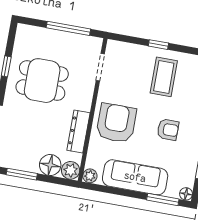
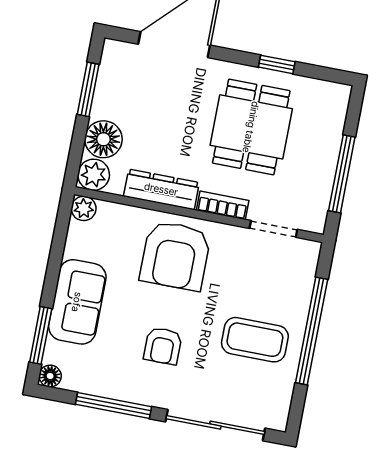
window: (158, 45) -> (312, 331), width x3.17
bookcase: (87, 96) -> (223, 205), added
armchair: (116, 123) -> (175, 256), turned 90
sofa: (135, 177) -> (77, 302), width x0.73

